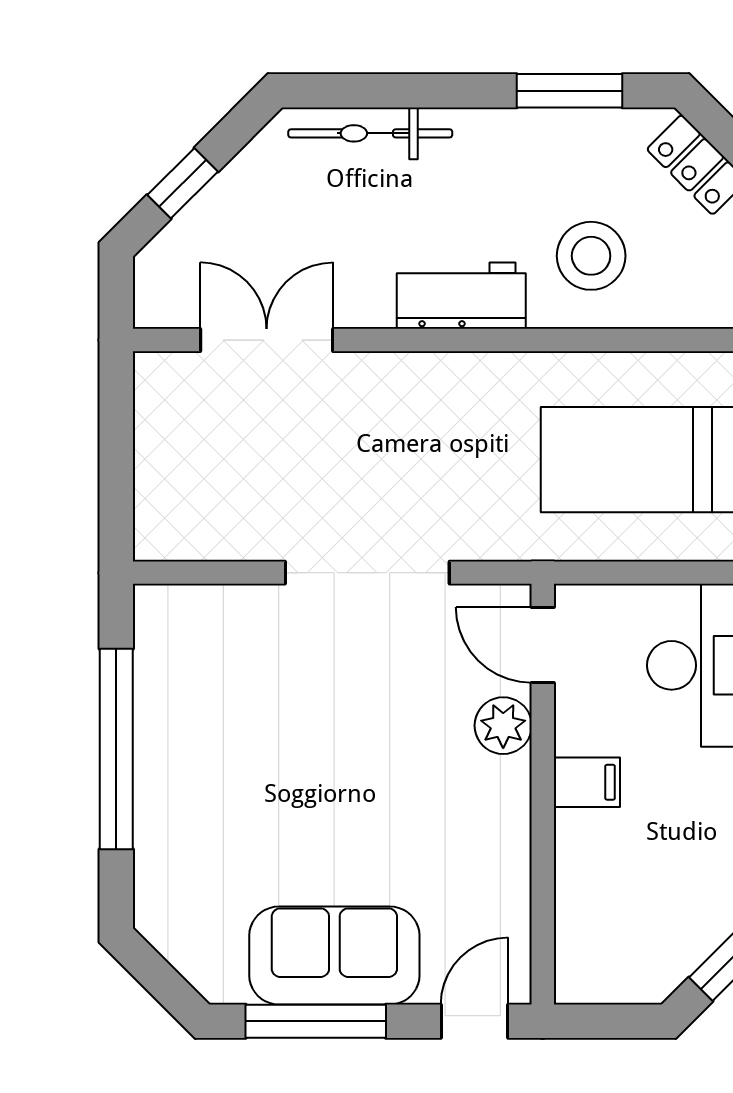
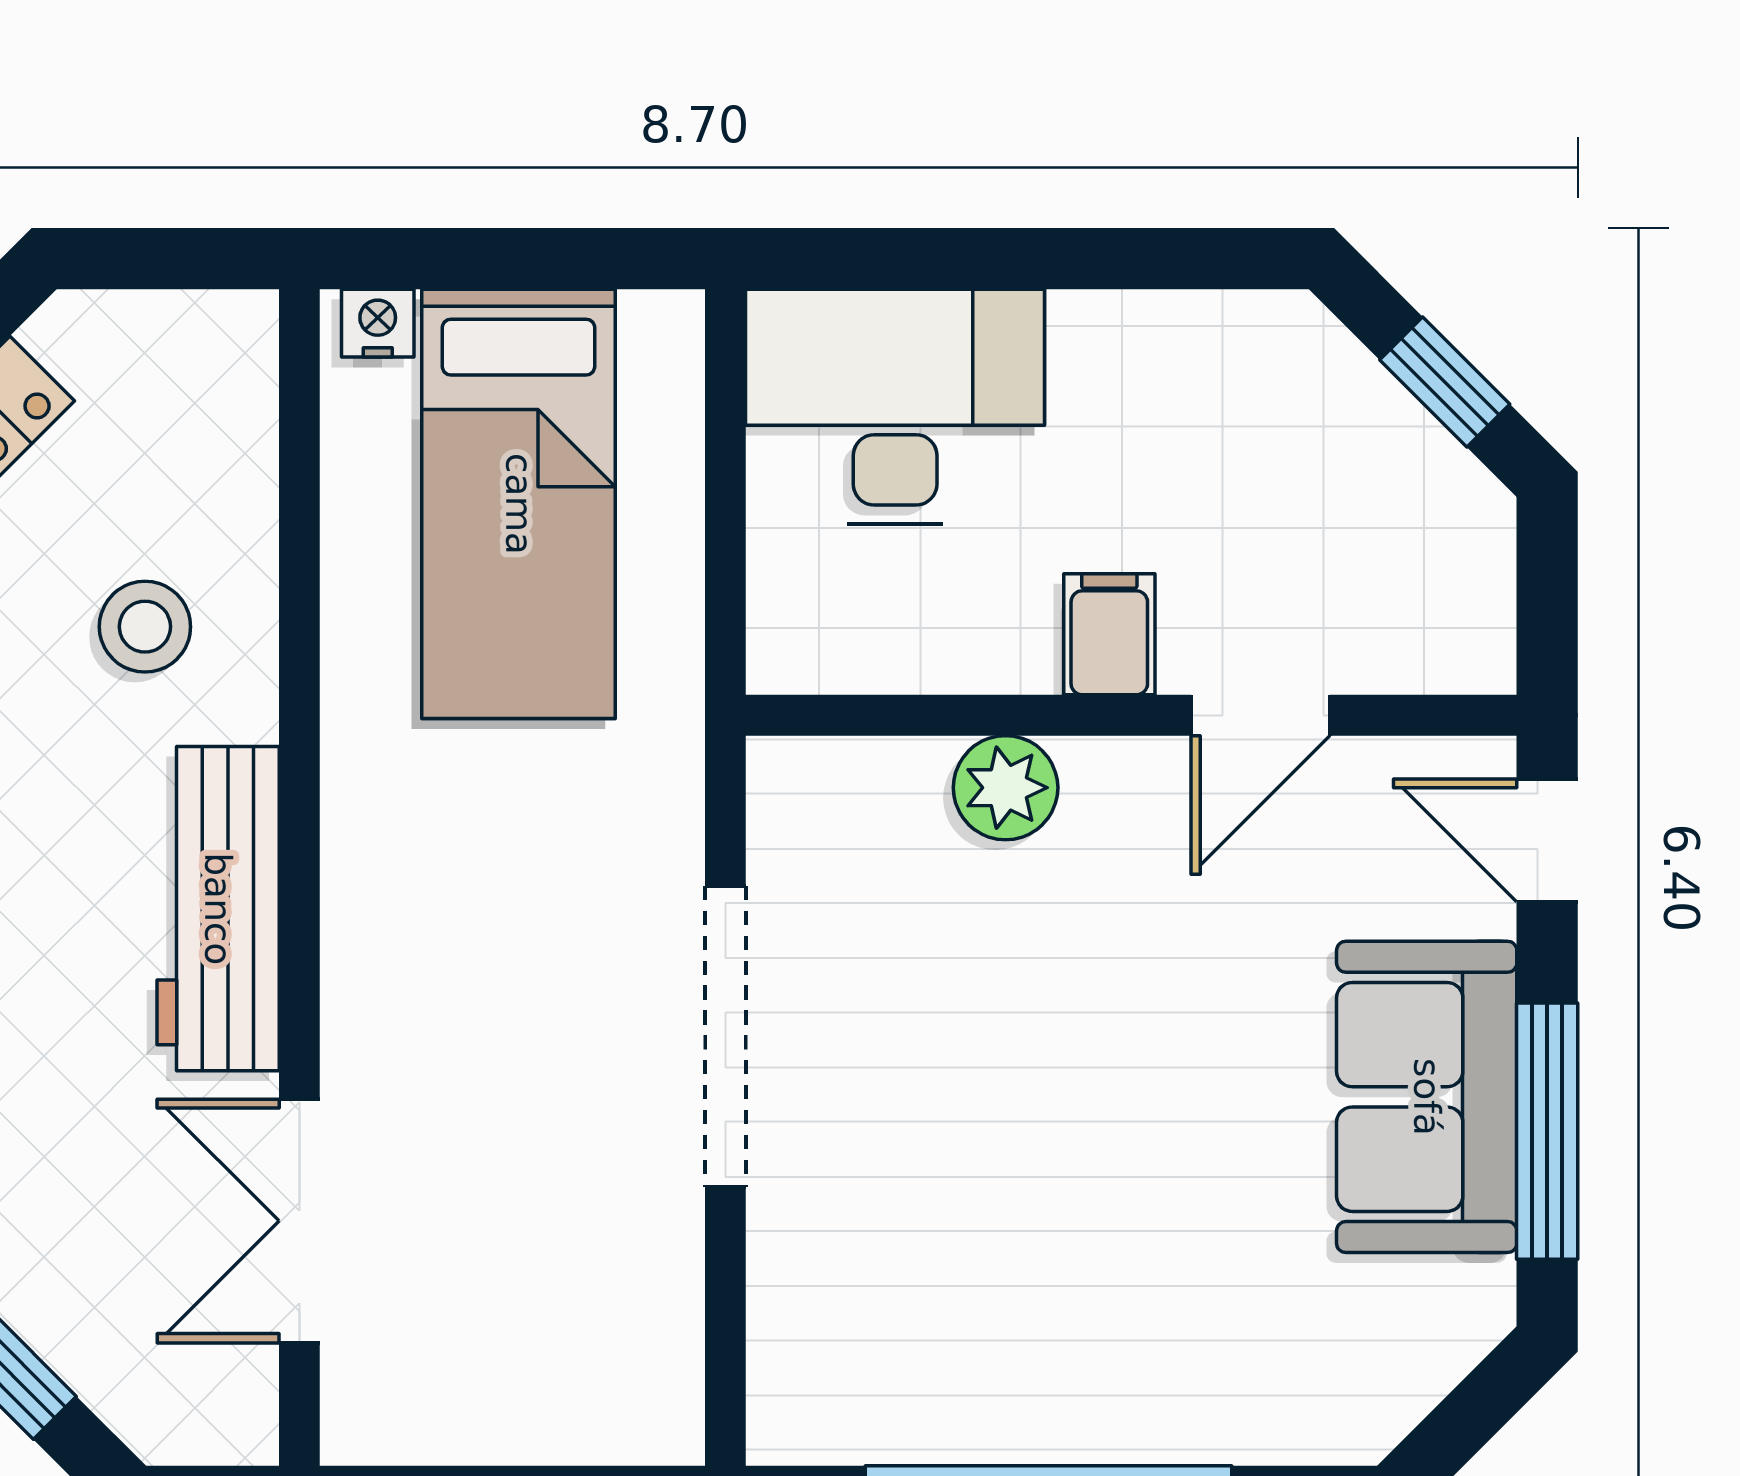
stool: (591, 256) -> (145, 627), width x0.73, depth x0.73
workbench: (461, 296) -> (218, 909), width x1.38
door: (543, 645) -> (1260, 715), moved

